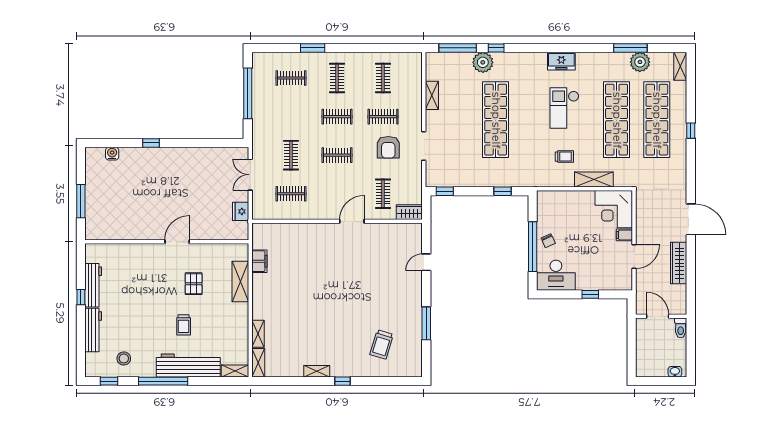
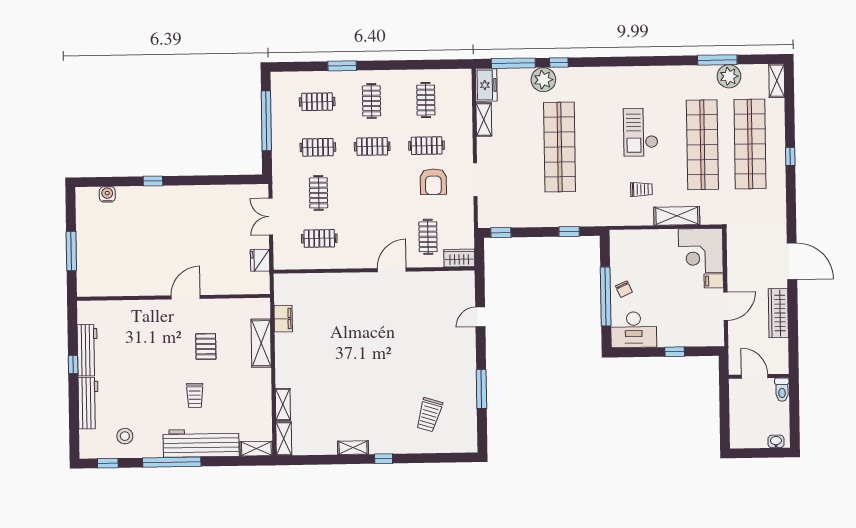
freezer: (561, 61) -> (486, 85), moved, turned -90
clothes rail: (337, 155) -> (318, 147), moved

